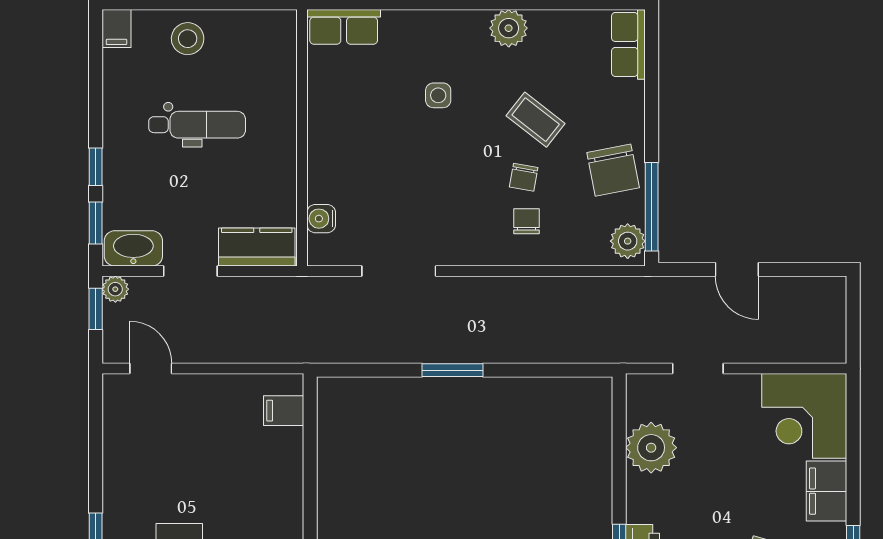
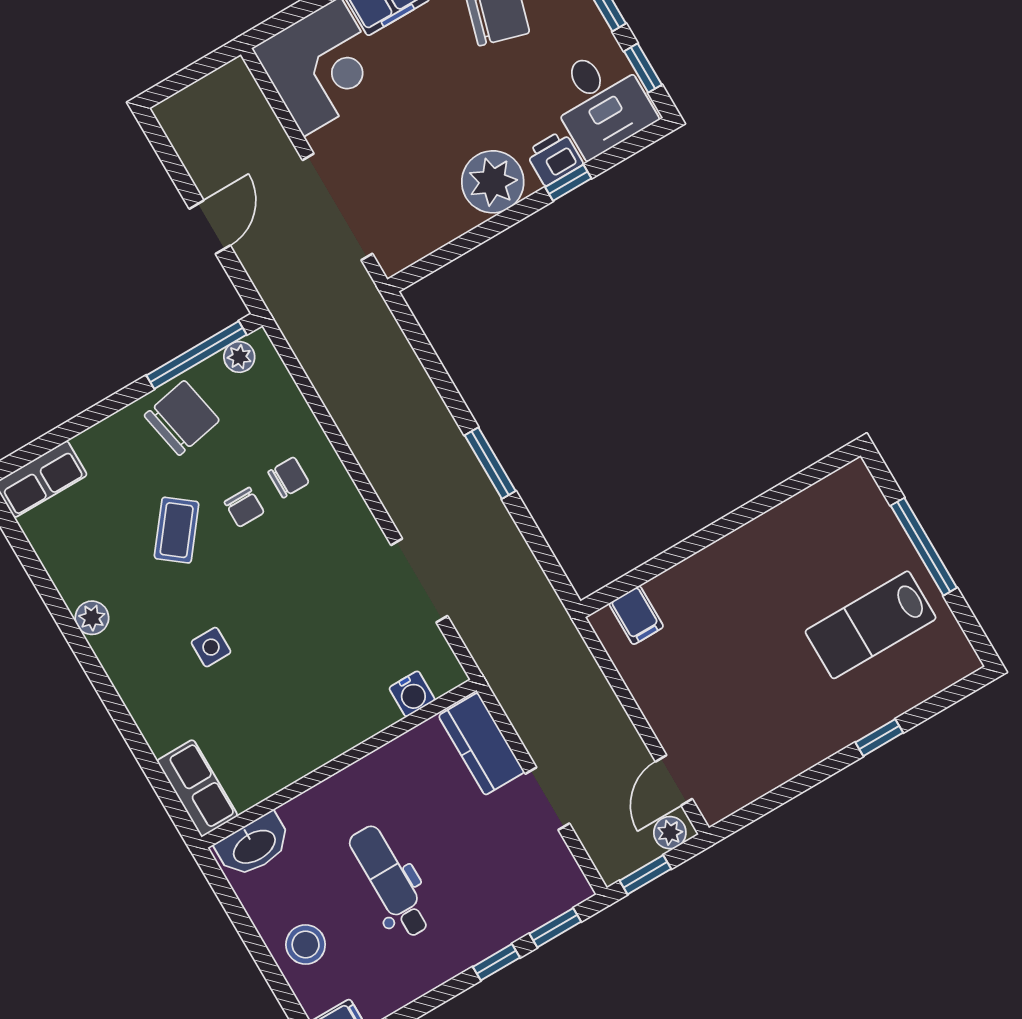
plant: (509, 28) -> (92, 618), width x0.73, depth x0.73
chair: (524, 177) -> (244, 507), turned 80
chair: (526, 221) -> (289, 477), turned 180
plant: (628, 241) -> (239, 357), width x0.73, depth x0.73
washbasin: (133, 248) -> (254, 846), moved, turned -90
plant: (115, 289) -> (670, 833), moved
doorway: (698, 369) -> (338, 207), width x1.88
plant: (651, 448) -> (493, 182), moved

